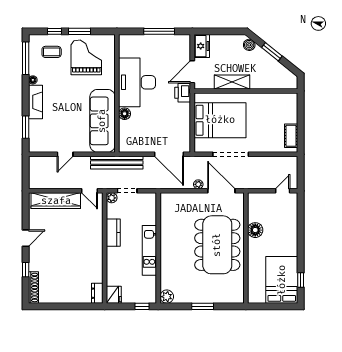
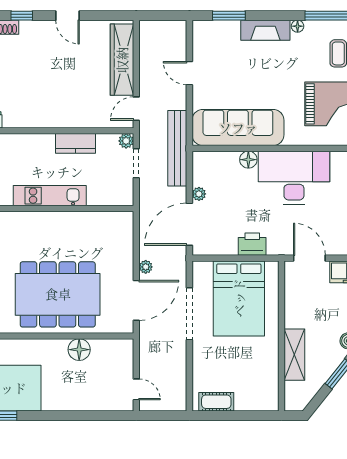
shelving: (232, 82) -> (294, 355), moved
printer: (183, 93) -> (252, 244), moved
plant: (148, 148) -> (199, 194), added

